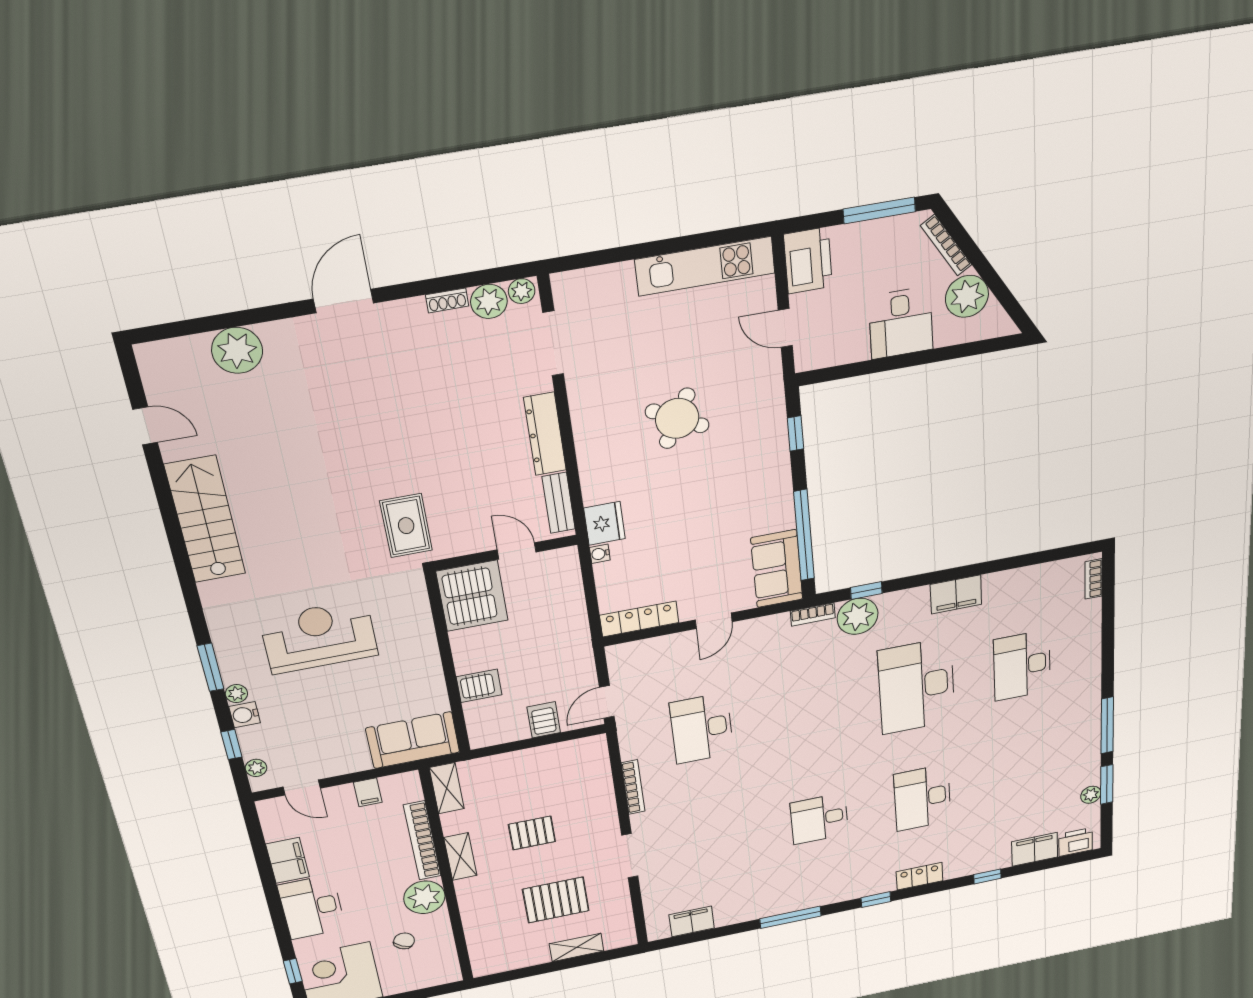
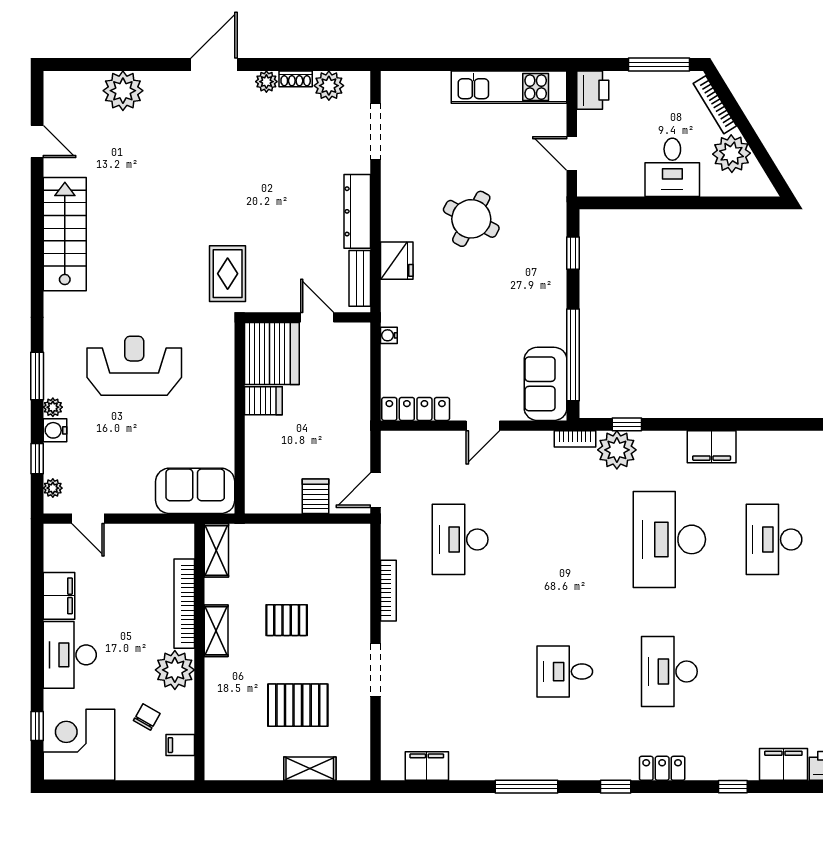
printer: (808, 261) -> (593, 90), width x0.73, depth x0.84
plant: (522, 291) -> (266, 82), moved
fridge: (604, 523) -> (397, 261), moved
server rack: (479, 686) -> (263, 401), moved
filing cabinet: (368, 792) -> (180, 745), moved, turned 90

